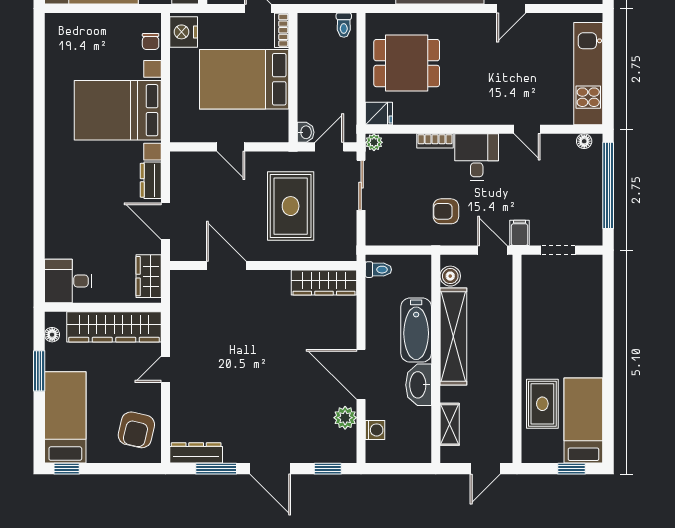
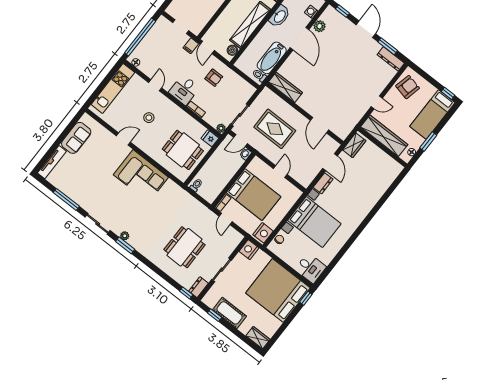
stool: (498, 72) -> (149, 118), added
rug: (291, 206) -> (275, 129), turned 90
desk: (68, 281) -> (310, 268), moved
bathtub: (416, 330) -> (272, 58), moved, turned 180

